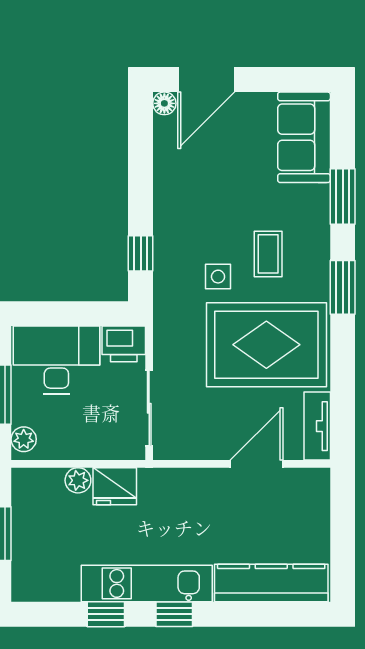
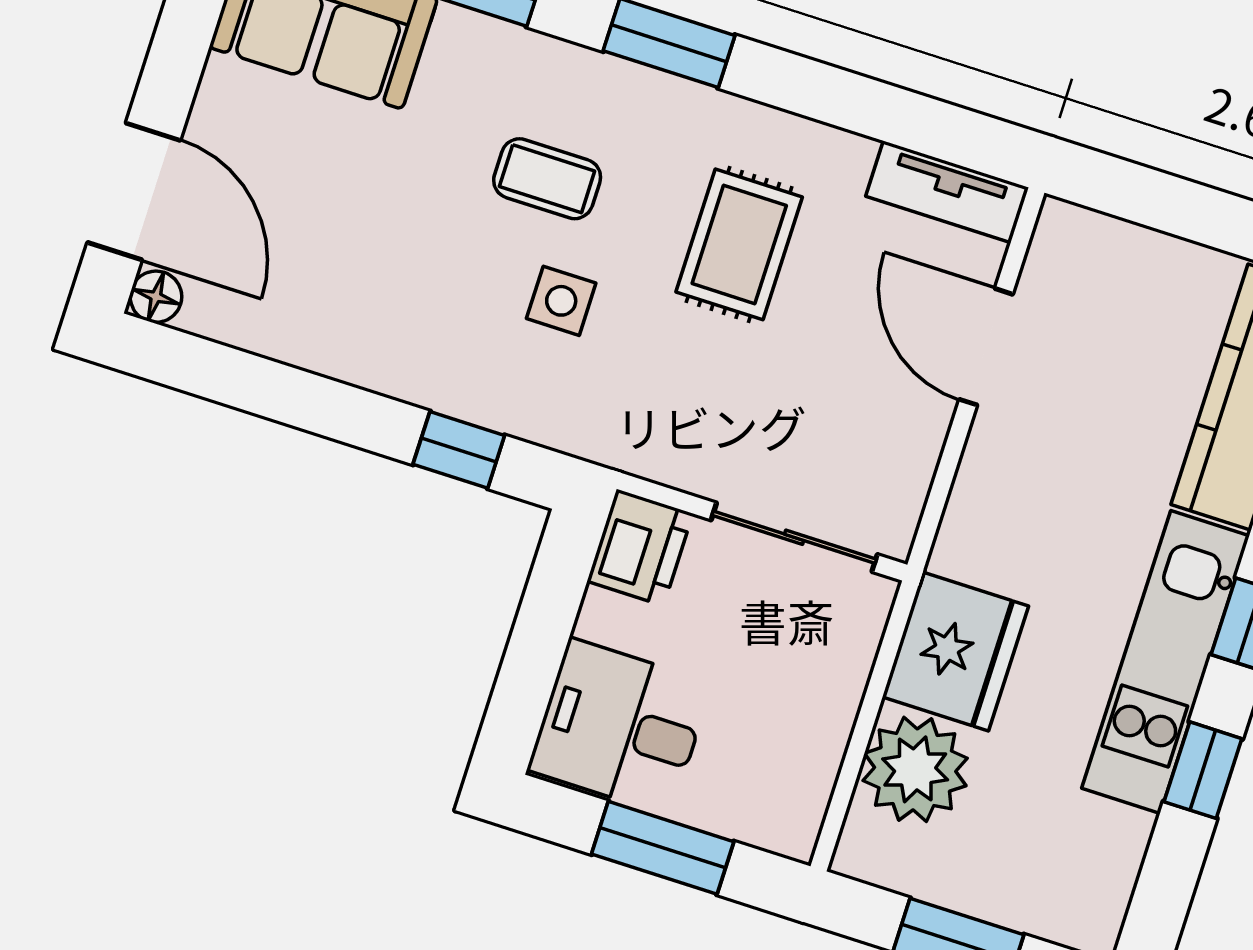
rug: (266, 345) -> (739, 244), width x0.54, depth x0.49
desk: (56, 360) -> (620, 726), width x0.73
plant: (24, 439) -> (775, 826), removed
plant: (78, 480) -> (915, 769), width x1.88, depth x1.88
fridge: (115, 486) -> (955, 651), width x1.36, depth x1.34

